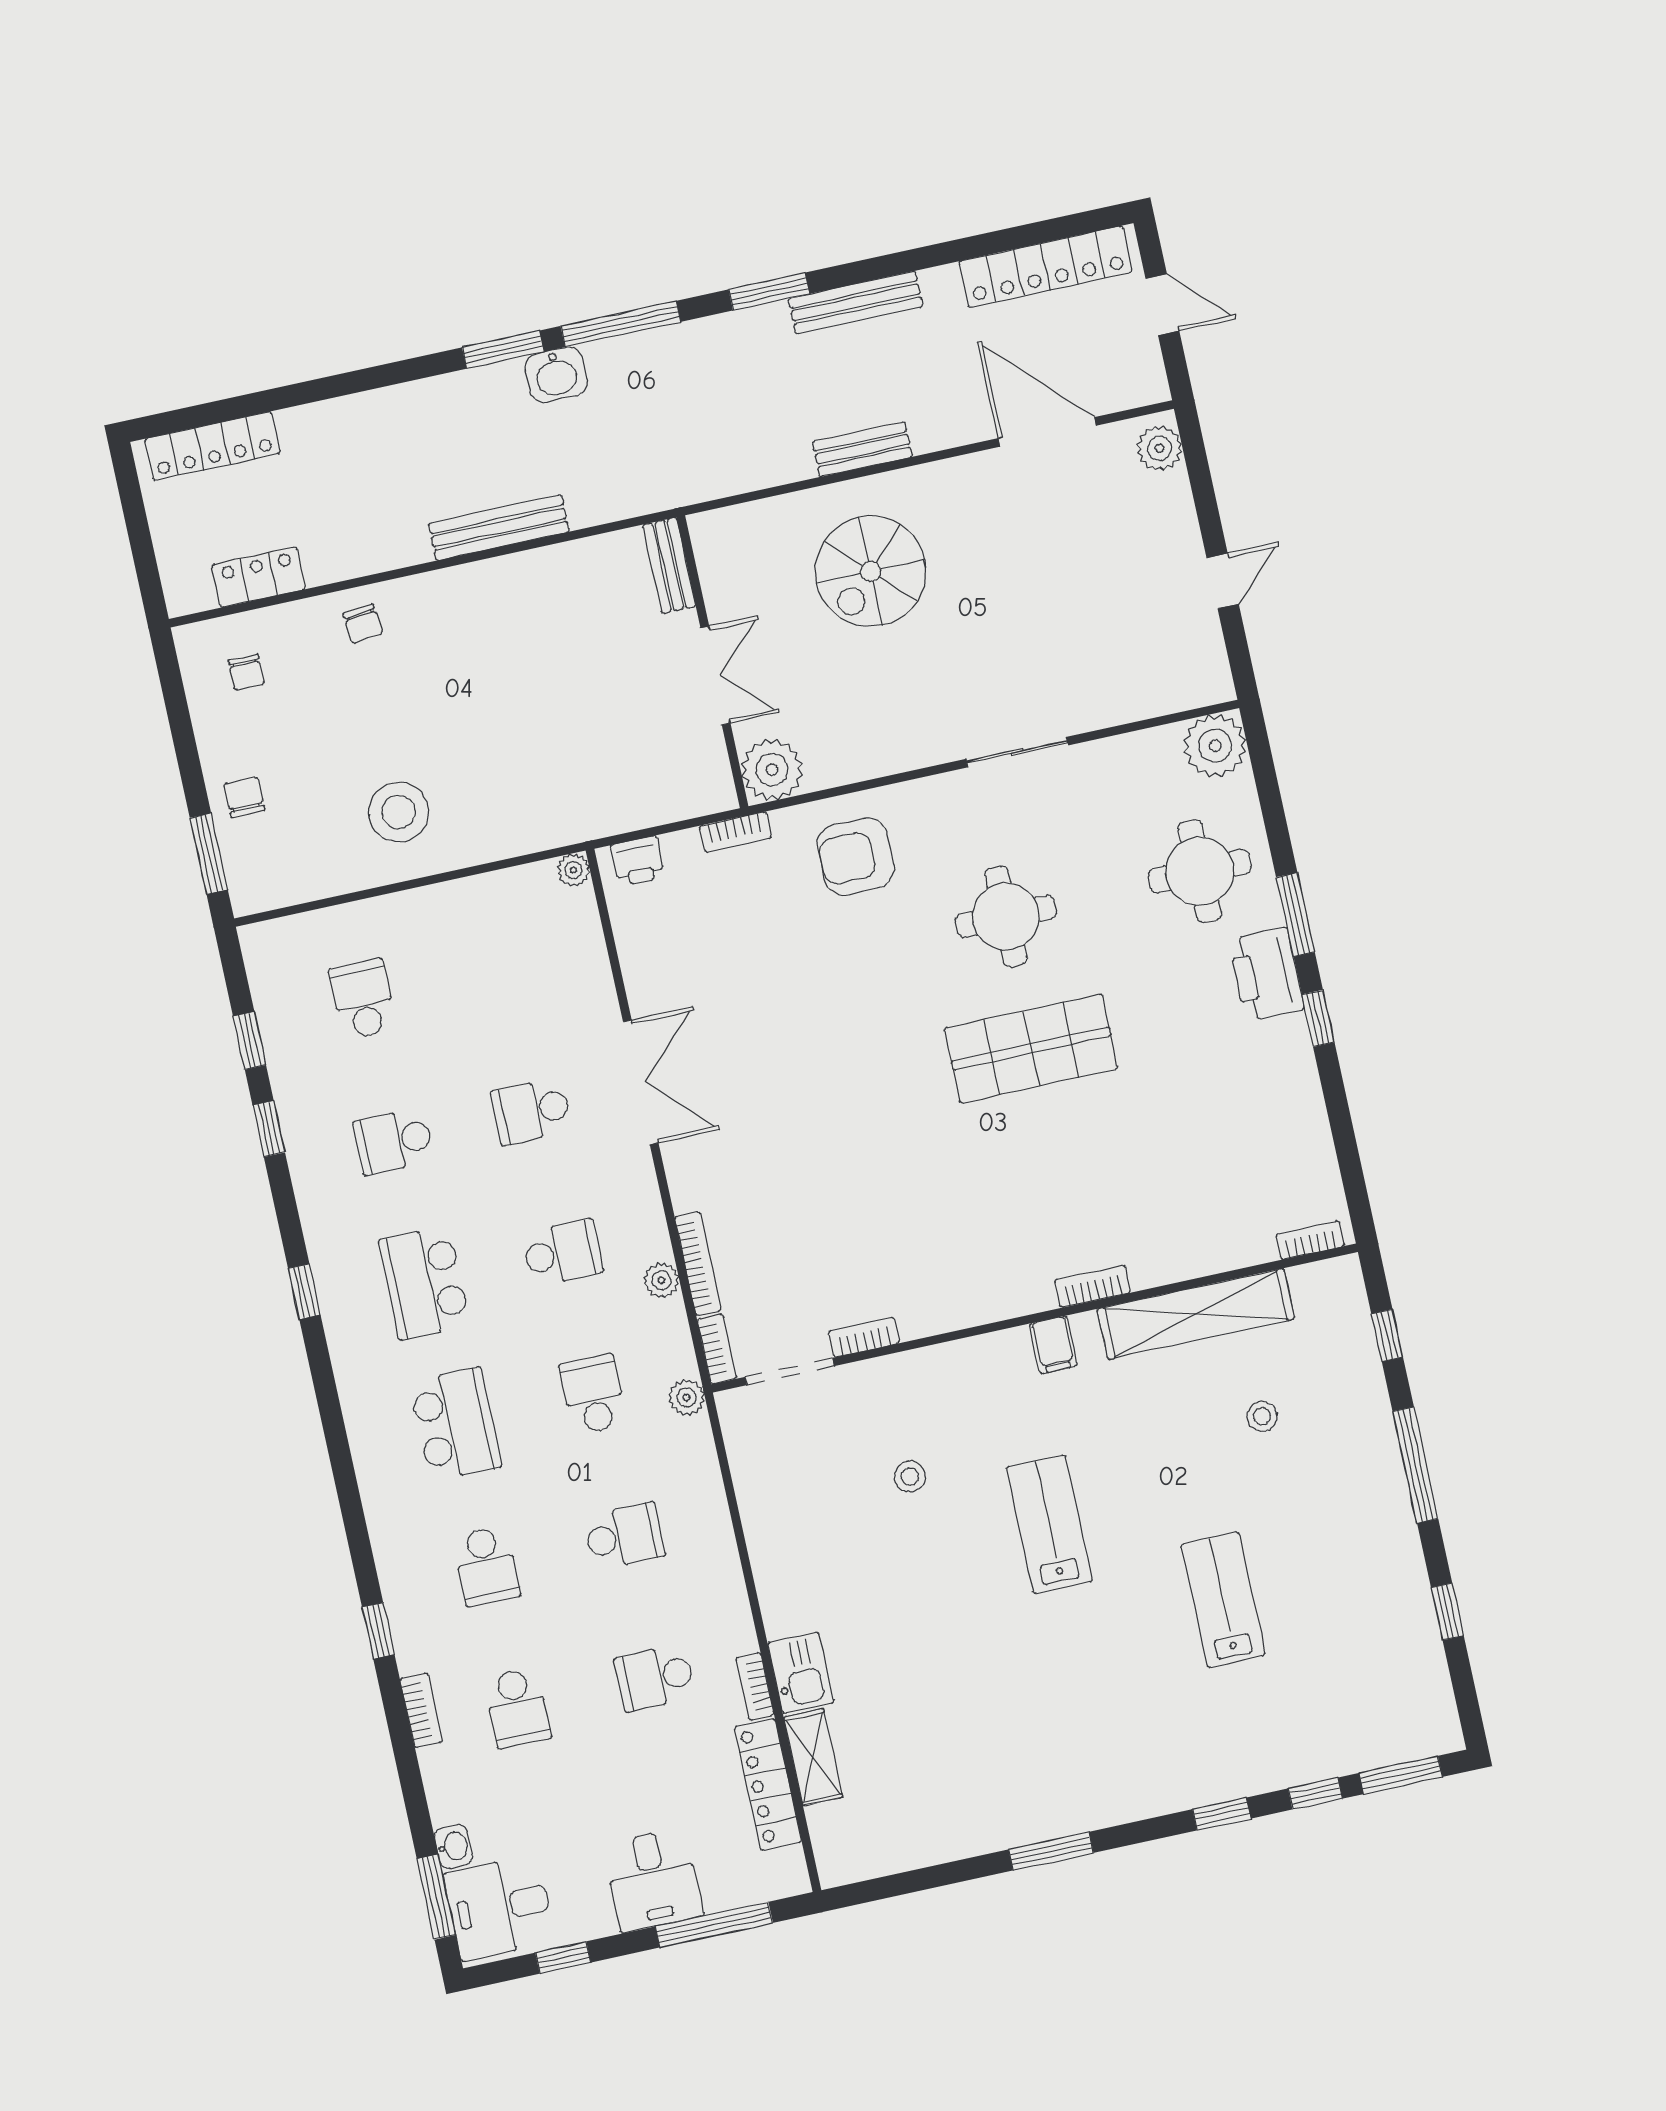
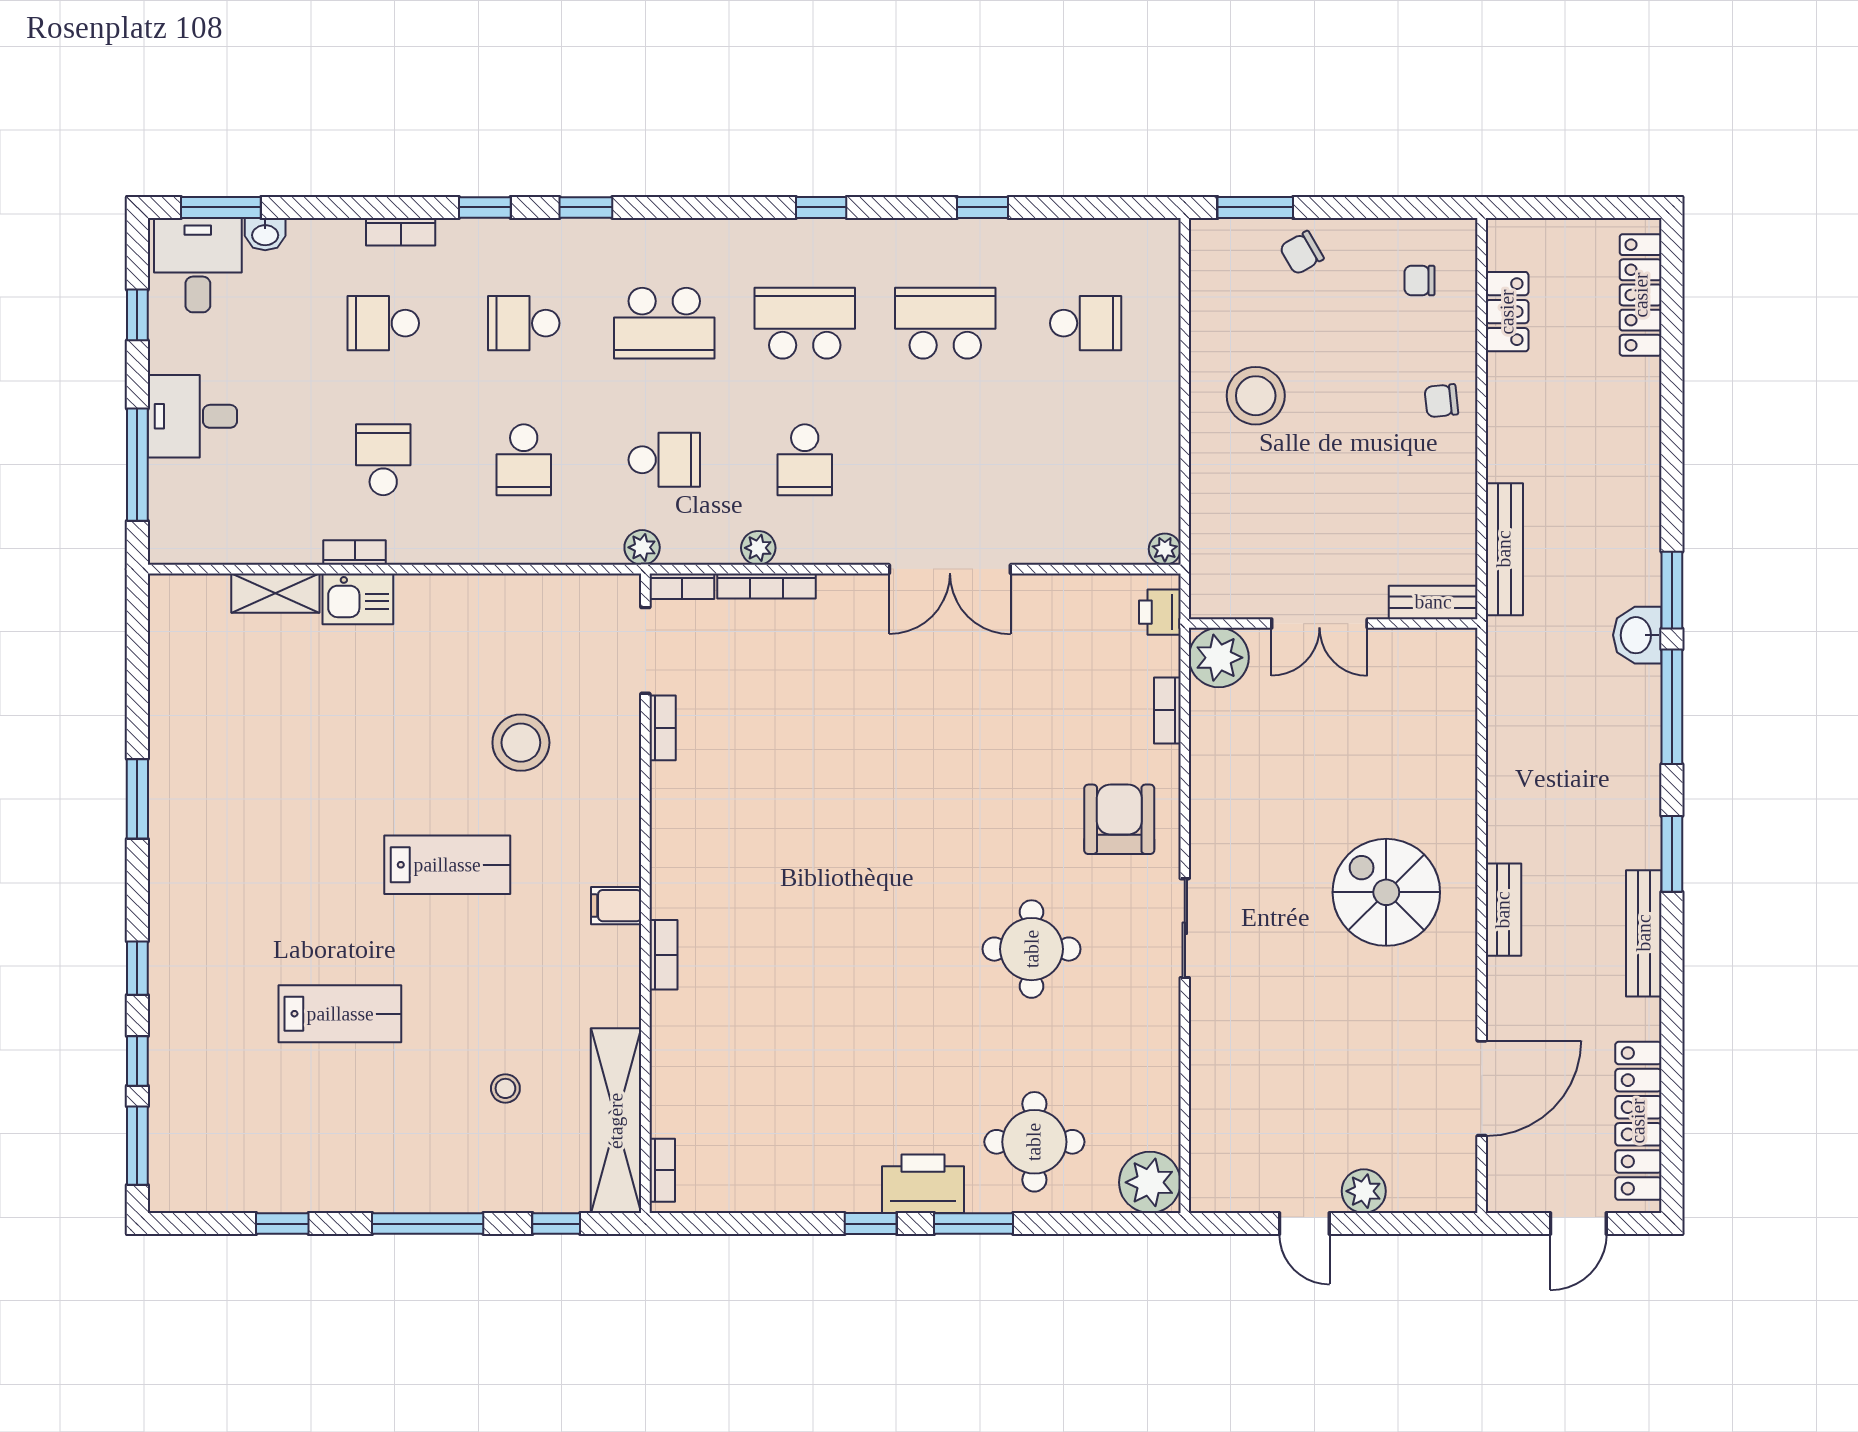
plant: (1160, 448) -> (1364, 1191), moved
bench: (669, 565) -> (1433, 602), moved
wall: (712, 662) -> (1333, 624), moved
double door: (715, 676) -> (1319, 624), moved
sliding door: (1017, 752) -> (1185, 928), moved
plant: (772, 770) -> (1219, 658), moved
chair: (244, 797) -> (1302, 253), turned 150
window: (250, 1041) -> (586, 207), moved
shop shelf: (1031, 1048) -> (901, 946), removed
school desk: (531, 1111) -> (945, 460), removed
school desk: (394, 1141) -> (945, 323), width x1.85
shelving: (1196, 1314) -> (616, 1121), moved
stool: (910, 1477) -> (521, 743), width x1.89, depth x1.89
locker: (768, 1784) -> (259, 545), removed

